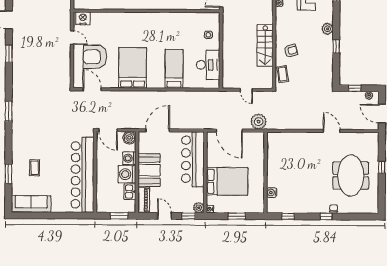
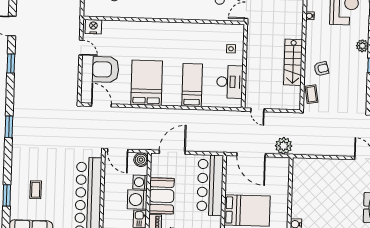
door: (246, 90) -> (257, 110), moved

